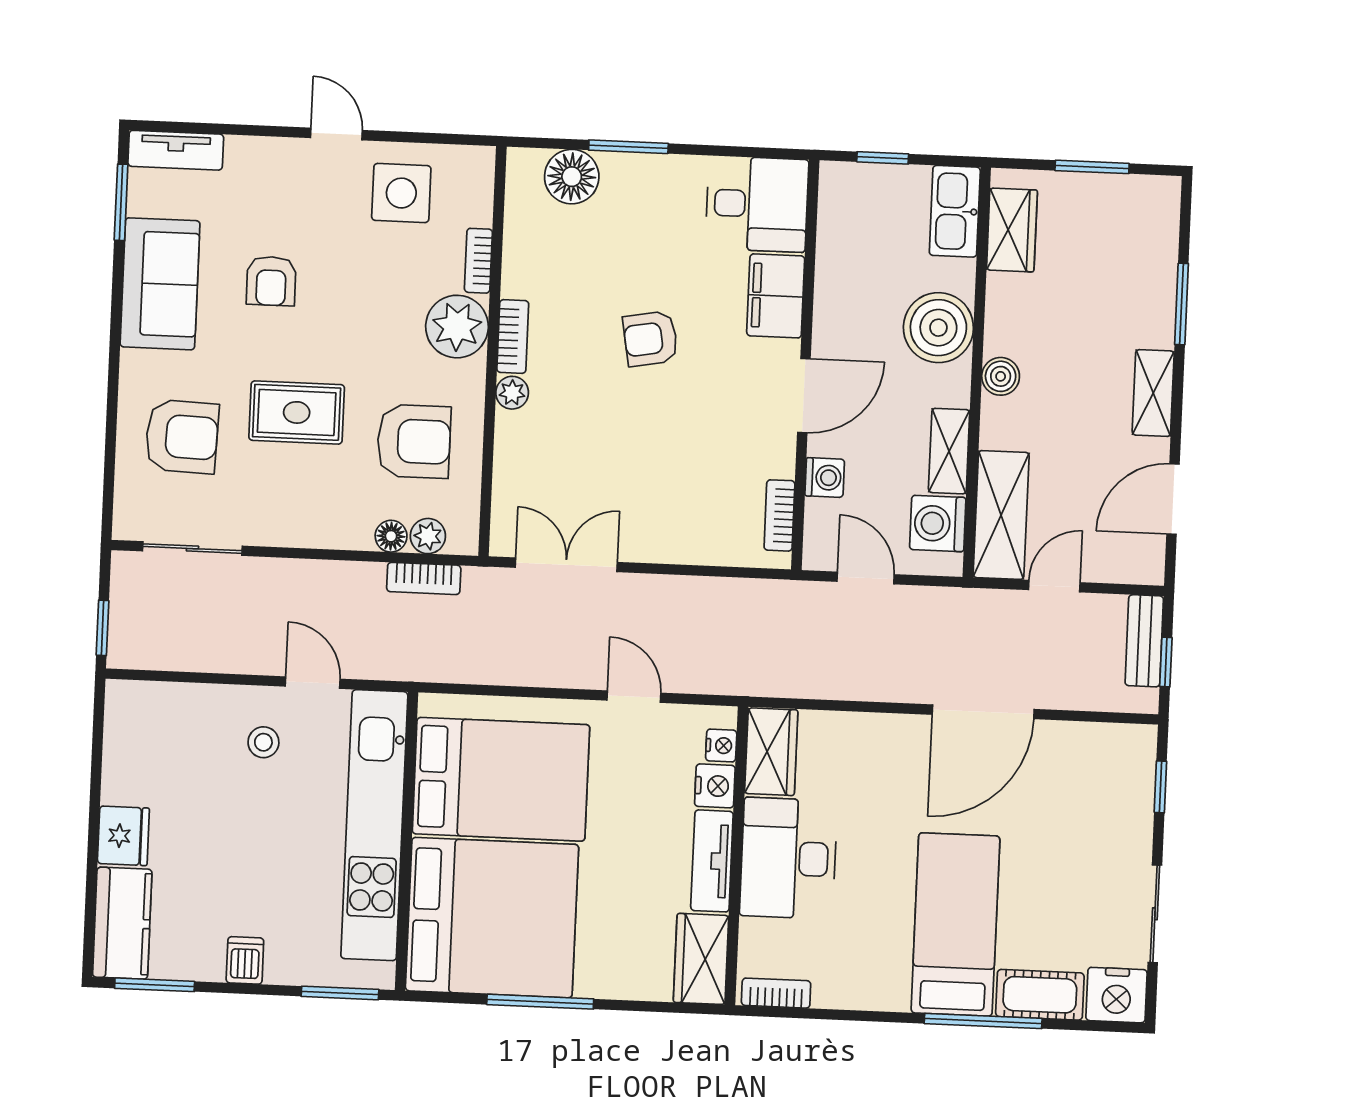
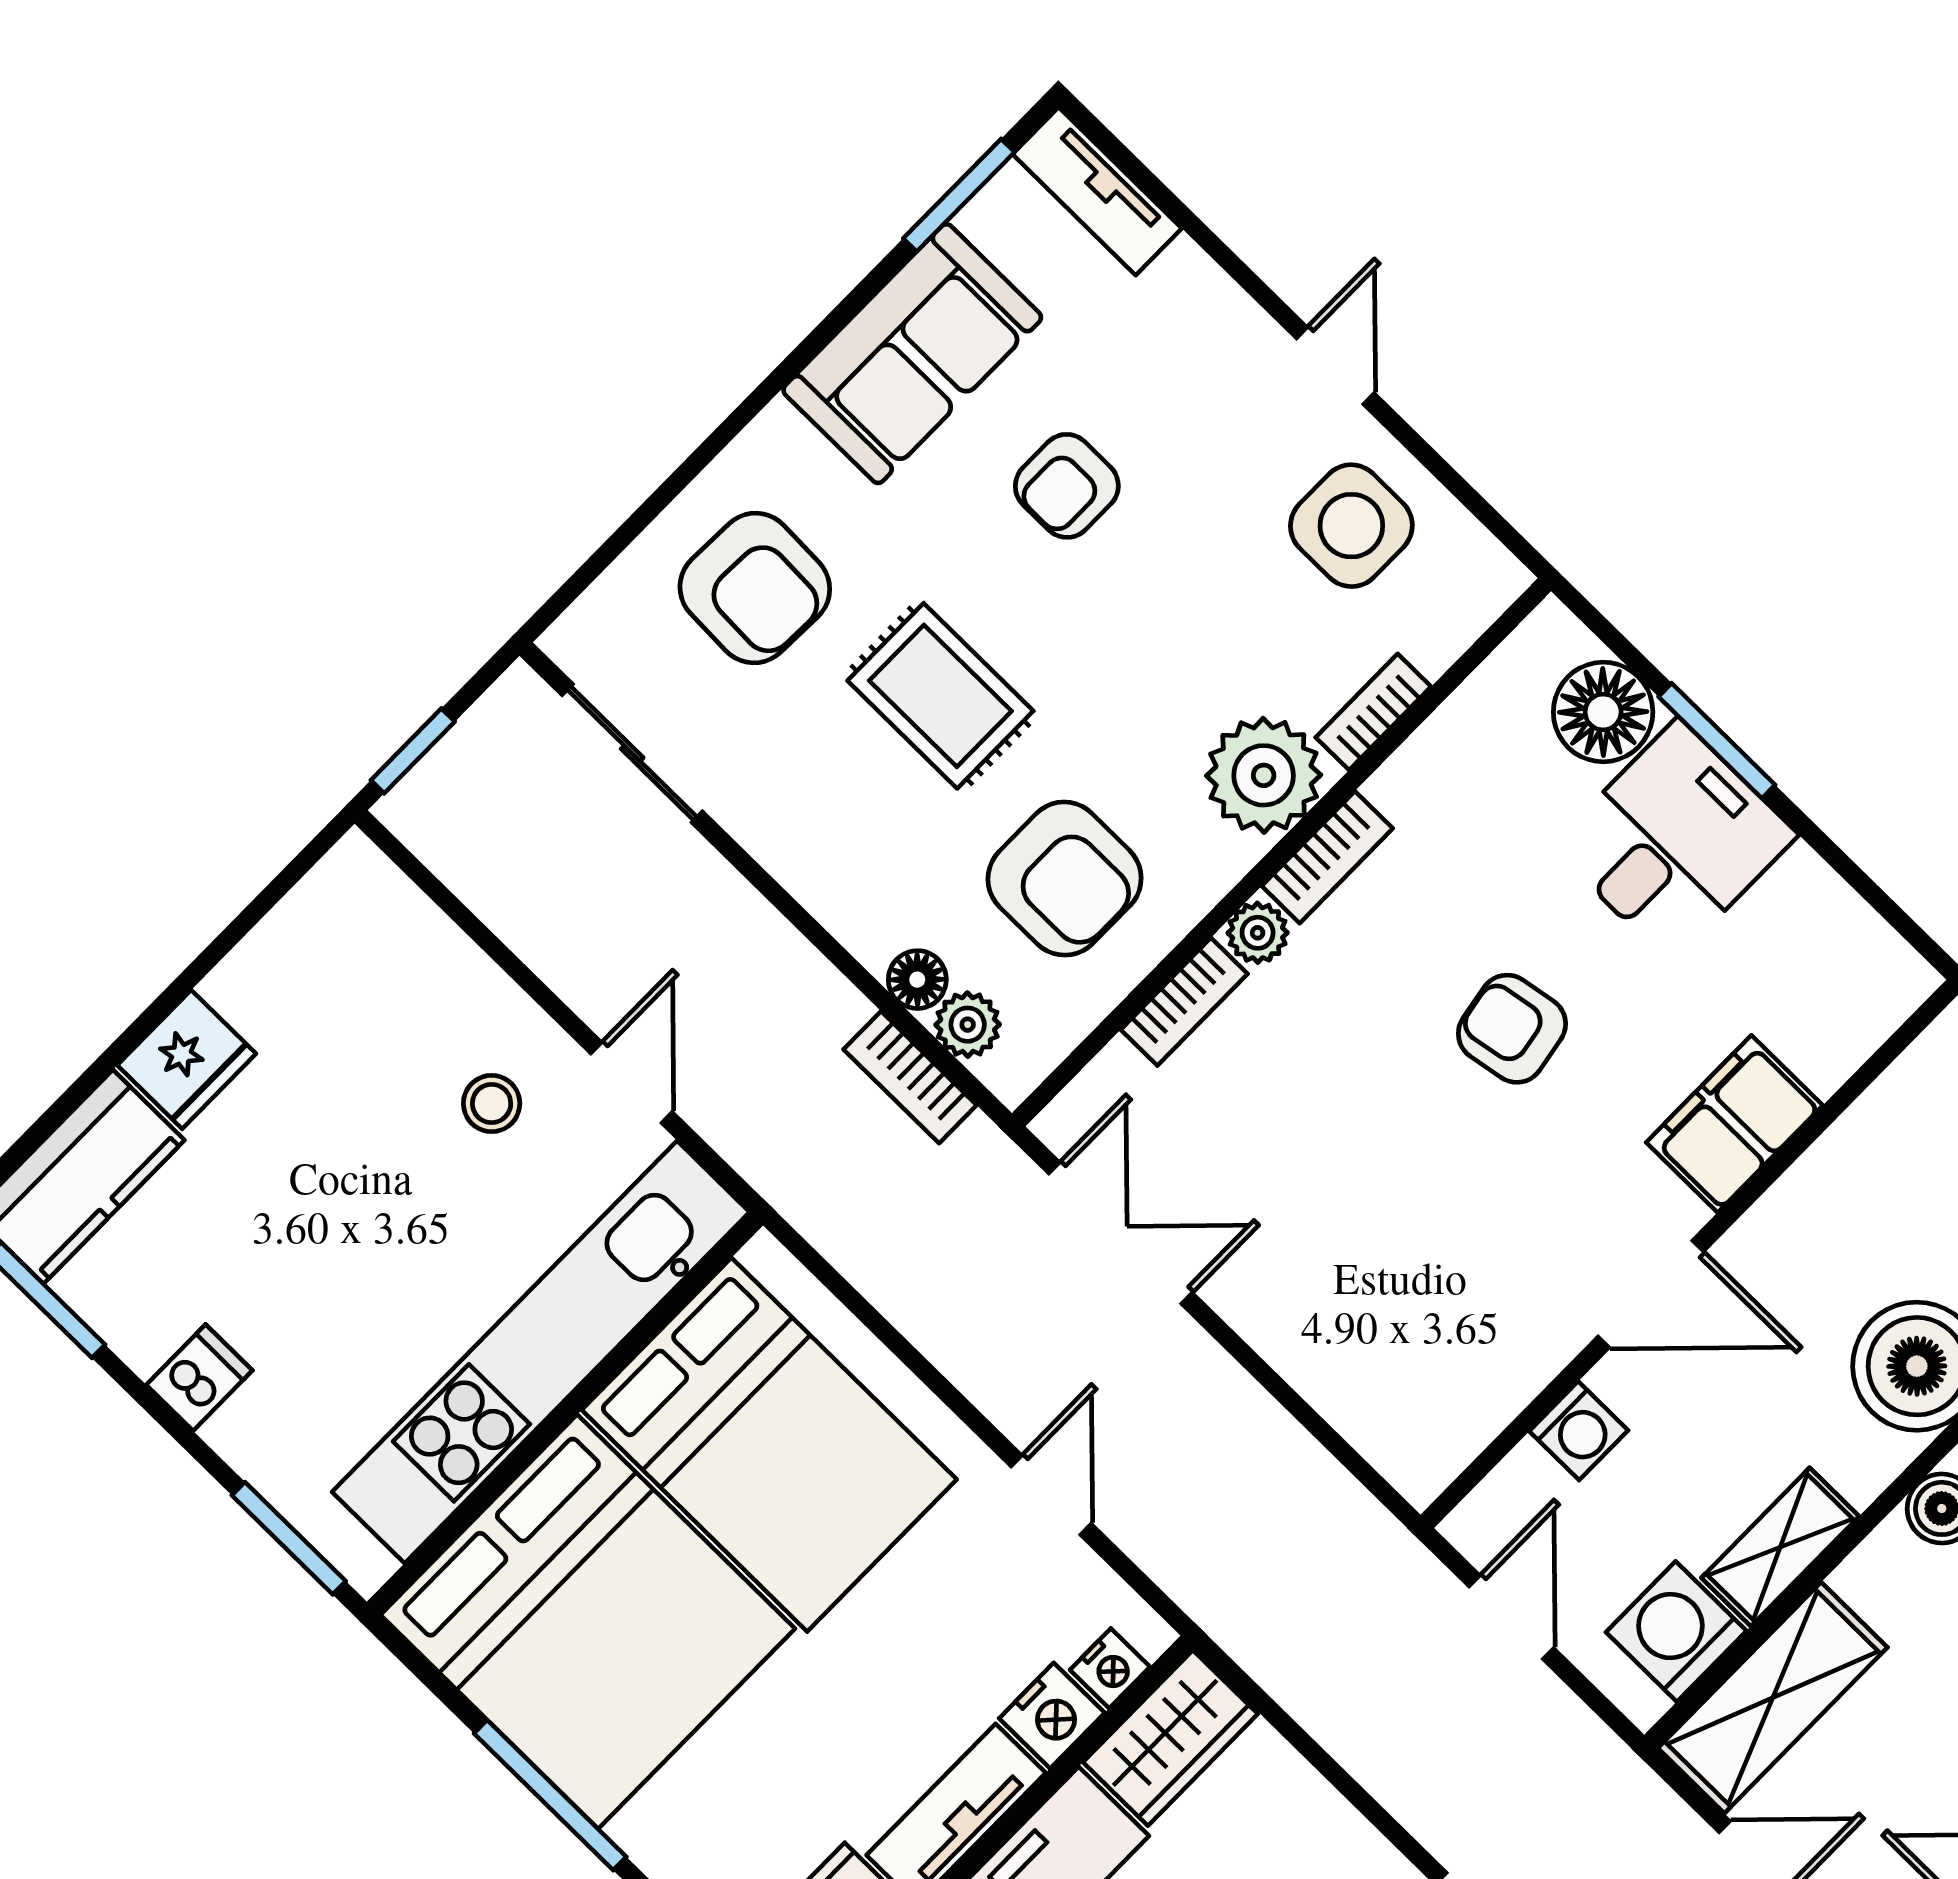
desk: (757, 204) -> (1674, 841), moved, turned -90
bookcase: (779, 515) -> (1184, 1002), moved, turned 180

